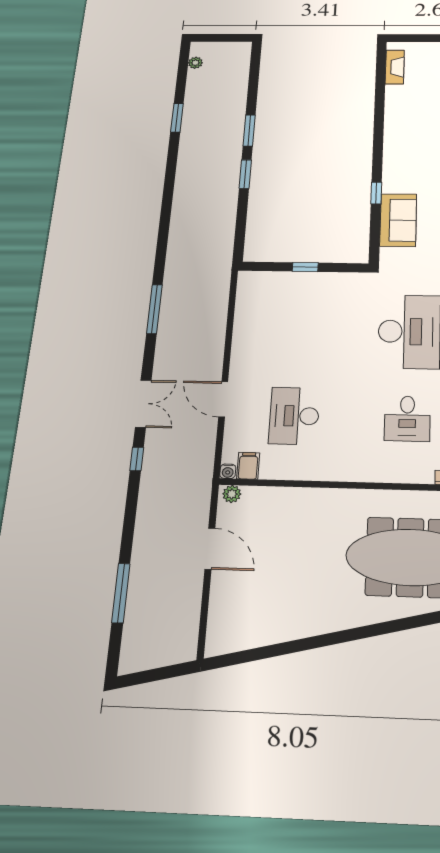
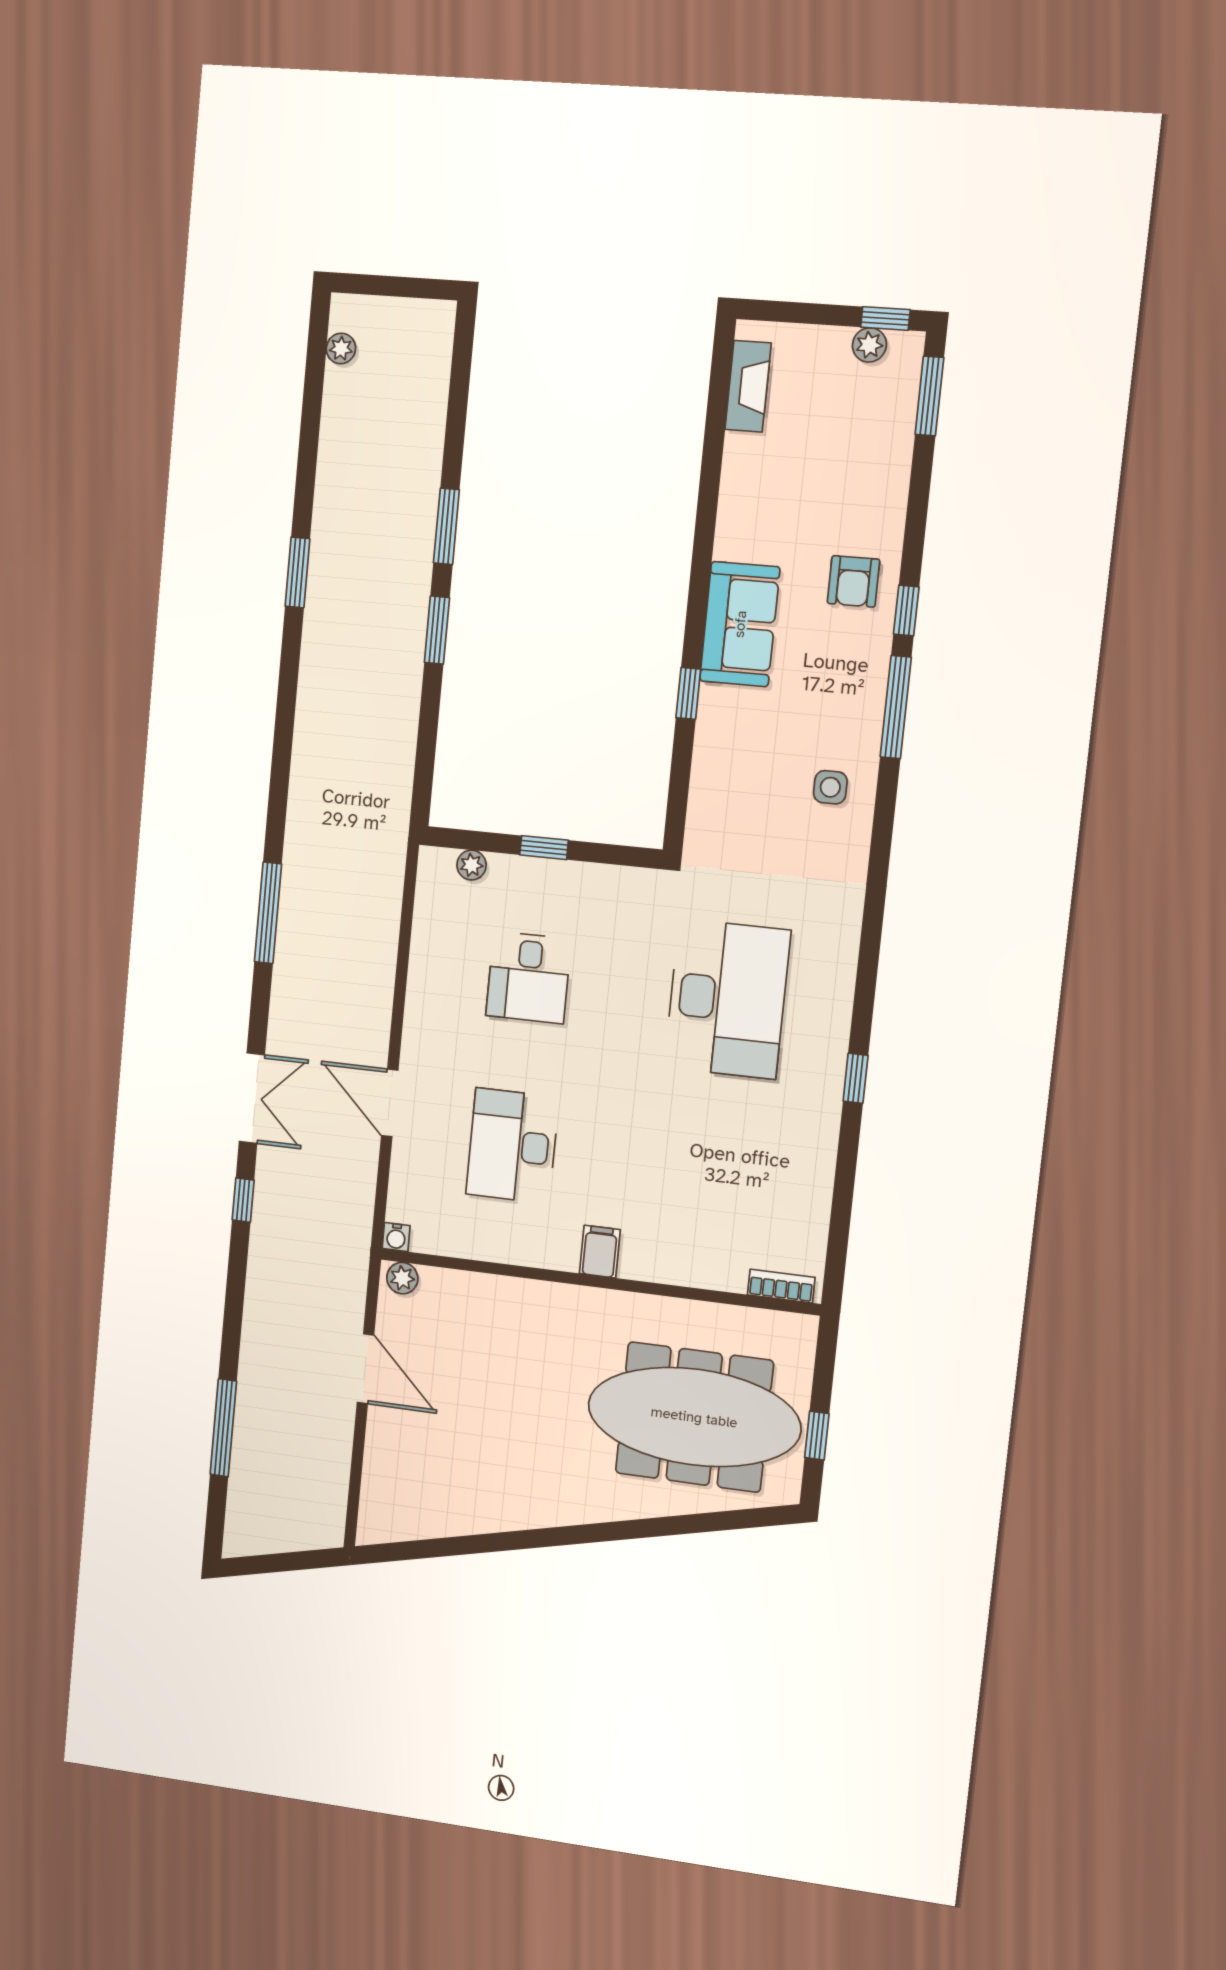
window: (177, 118) -> (297, 573), moved
sofa: (398, 220) -> (740, 624), moved
plant: (266, 278) -> (471, 865), added
desk: (407, 419) -> (529, 977), moved
filing cabinet: (248, 466) -> (600, 1252), moved

